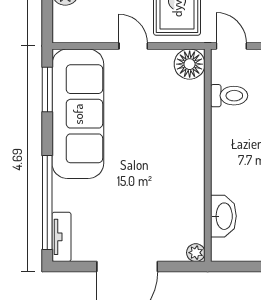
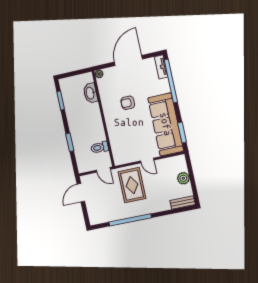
floor lamp: (190, 64) -> (120, 158), removed
armchair: (148, 178) -> (128, 103), added

